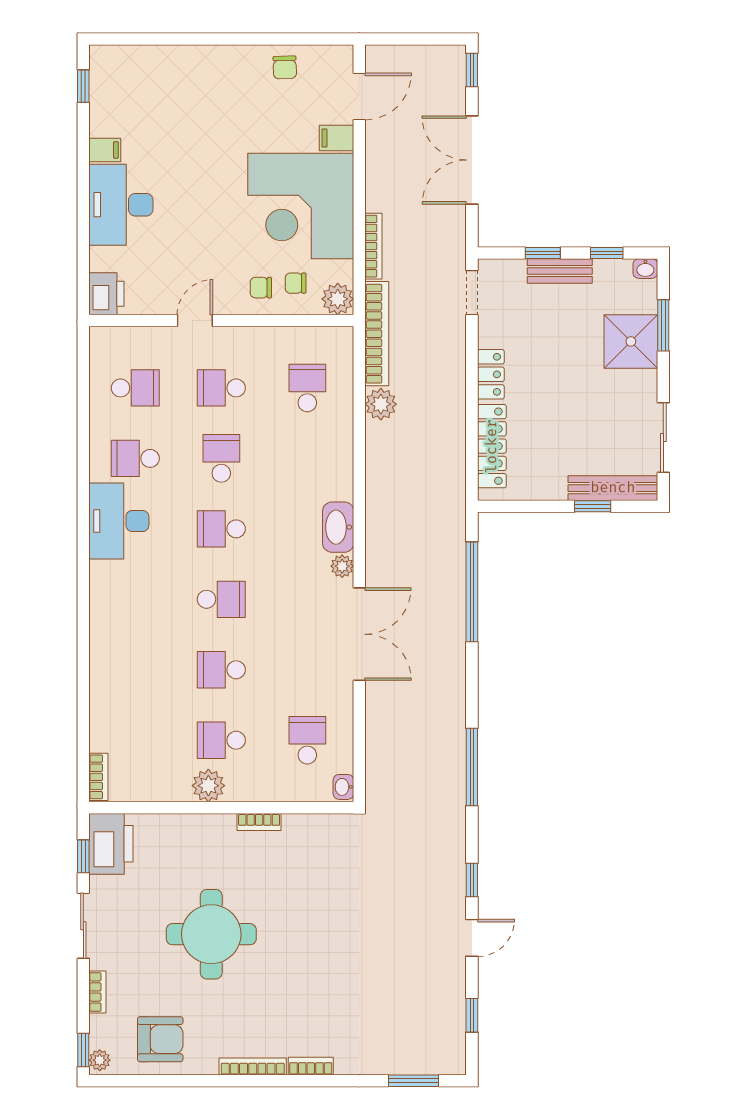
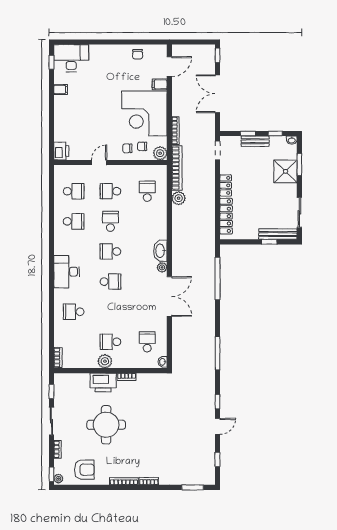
desk: (121, 205) -> (71, 58), moved, turned 90
school desk: (135, 458) -> (74, 221), turned 180
desk: (119, 521) -> (67, 272), moved
school desk: (221, 670) -> (74, 312), moved
printer: (111, 844) -> (103, 382), moved, turned 90

